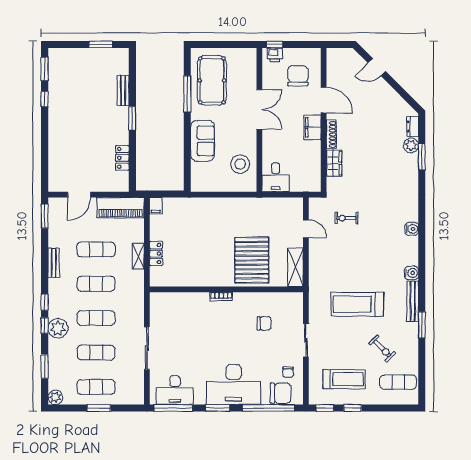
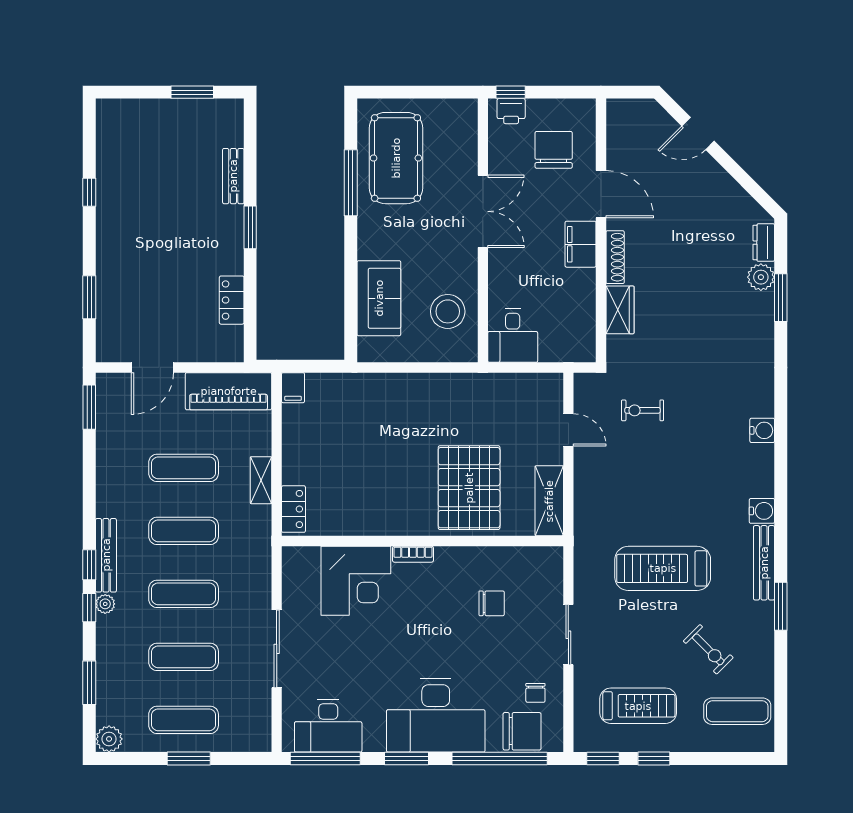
window: (45, 69) -> (89, 297), moved
sofa: (203, 141) -> (379, 298), moved
locker: (156, 254) -> (293, 509), moved
bench: (54, 263) -> (106, 555), moved, width x1.36
corner desk: (190, 311) -> (356, 581), added
plant: (58, 328) -> (105, 604), width x0.53, depth x0.53

